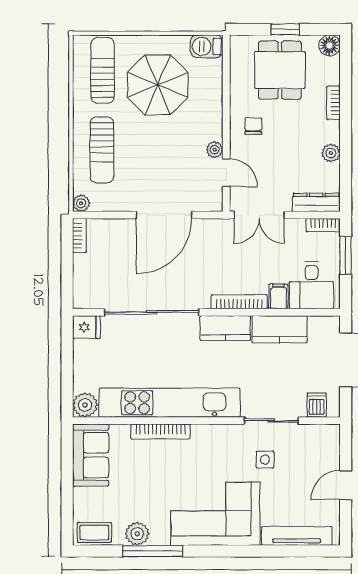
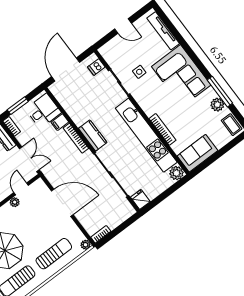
kitchen counter: (280, 329) -> (75, 110), removed

